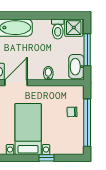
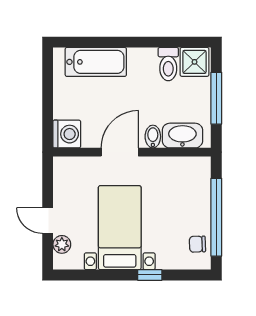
washbasin: (76, 67) -> (182, 136), moved, turned 90
door: (16, 83) -> (120, 152), moved
chair: (72, 112) -> (197, 244), moved

